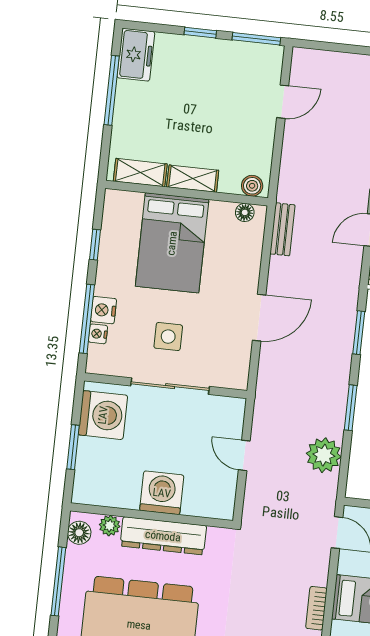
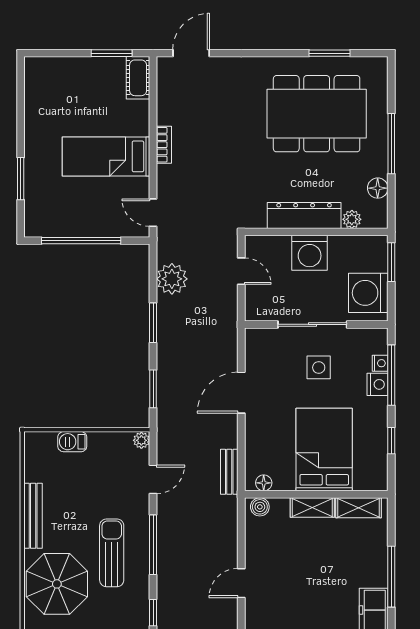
washing machine: (162, 493) -> (310, 253), moved
wall: (152, 516) -> (316, 232), moved
plant: (110, 526) -> (352, 219), moved
dresser: (163, 536) -> (304, 215), moved

